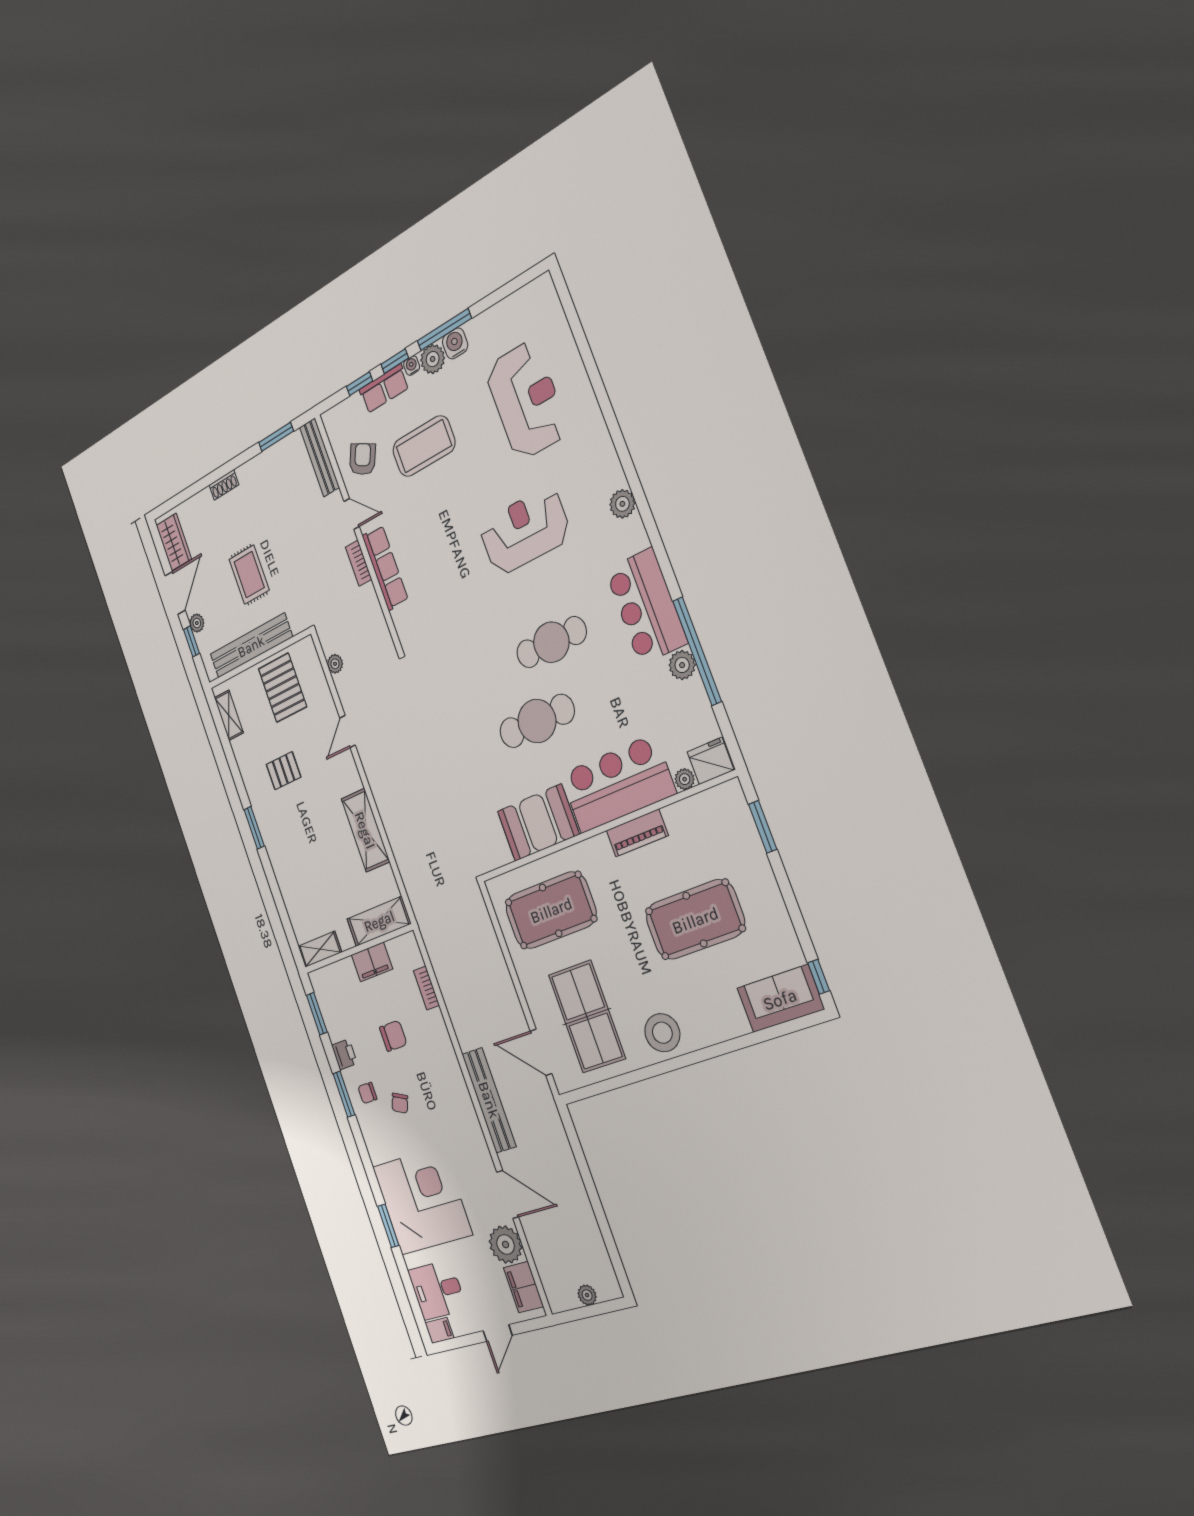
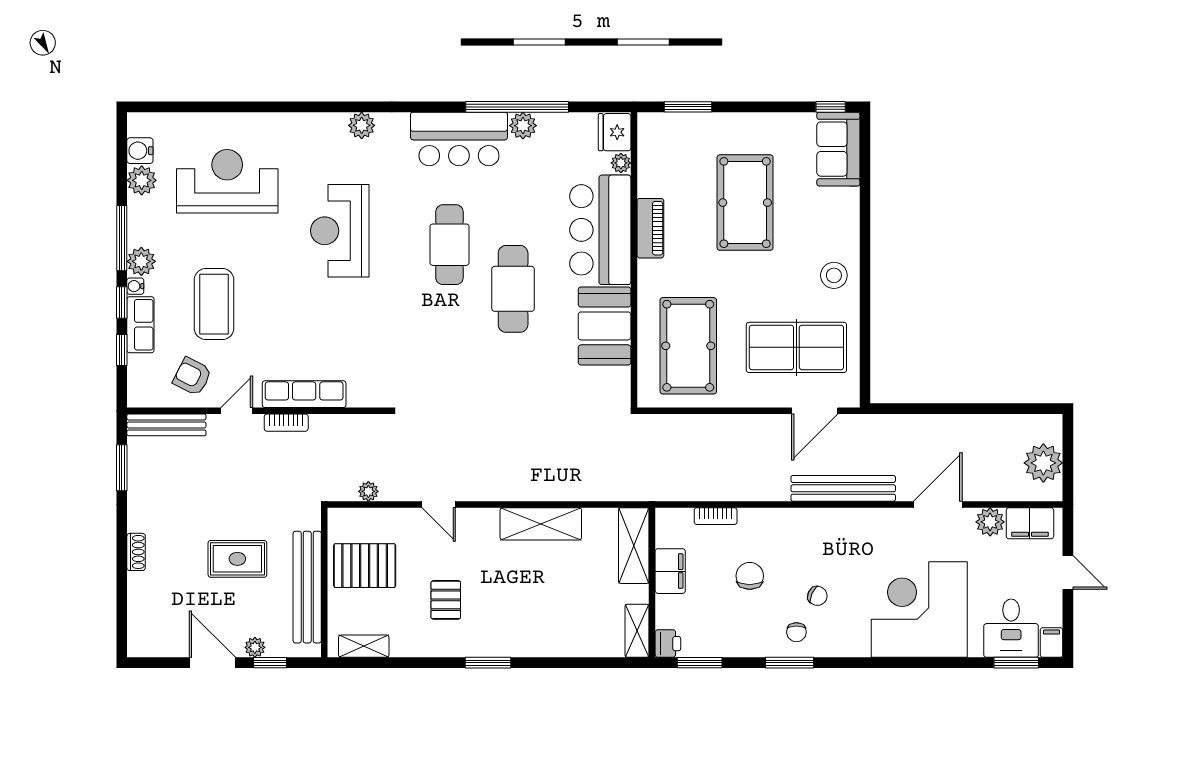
plant: (497, 319) -> (142, 180), added
water cooler: (455, 343) -> (140, 151), moved
wardrobe: (174, 542) -> (161, 642), removed
stool: (662, 1033) -> (834, 275), width x0.73, depth x0.73
printer: (344, 1054) -> (668, 644), moved, turned 90
window: (388, 1226) -> (1016, 663), moved
plant: (506, 1245) -> (990, 522), width x0.73, depth x0.73
plant: (587, 1295) -> (1043, 463), width x1.87, depth x1.87

